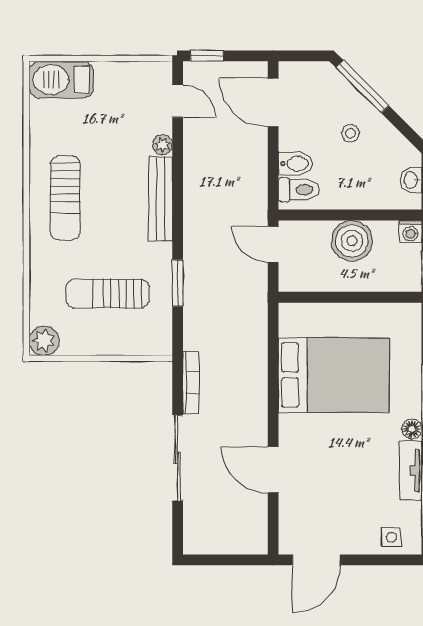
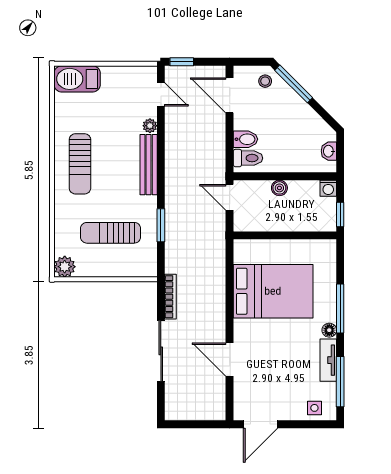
stool: (350, 133) -> (265, 81), moved
boiler: (352, 241) -> (279, 188), width x0.54, depth x0.54

